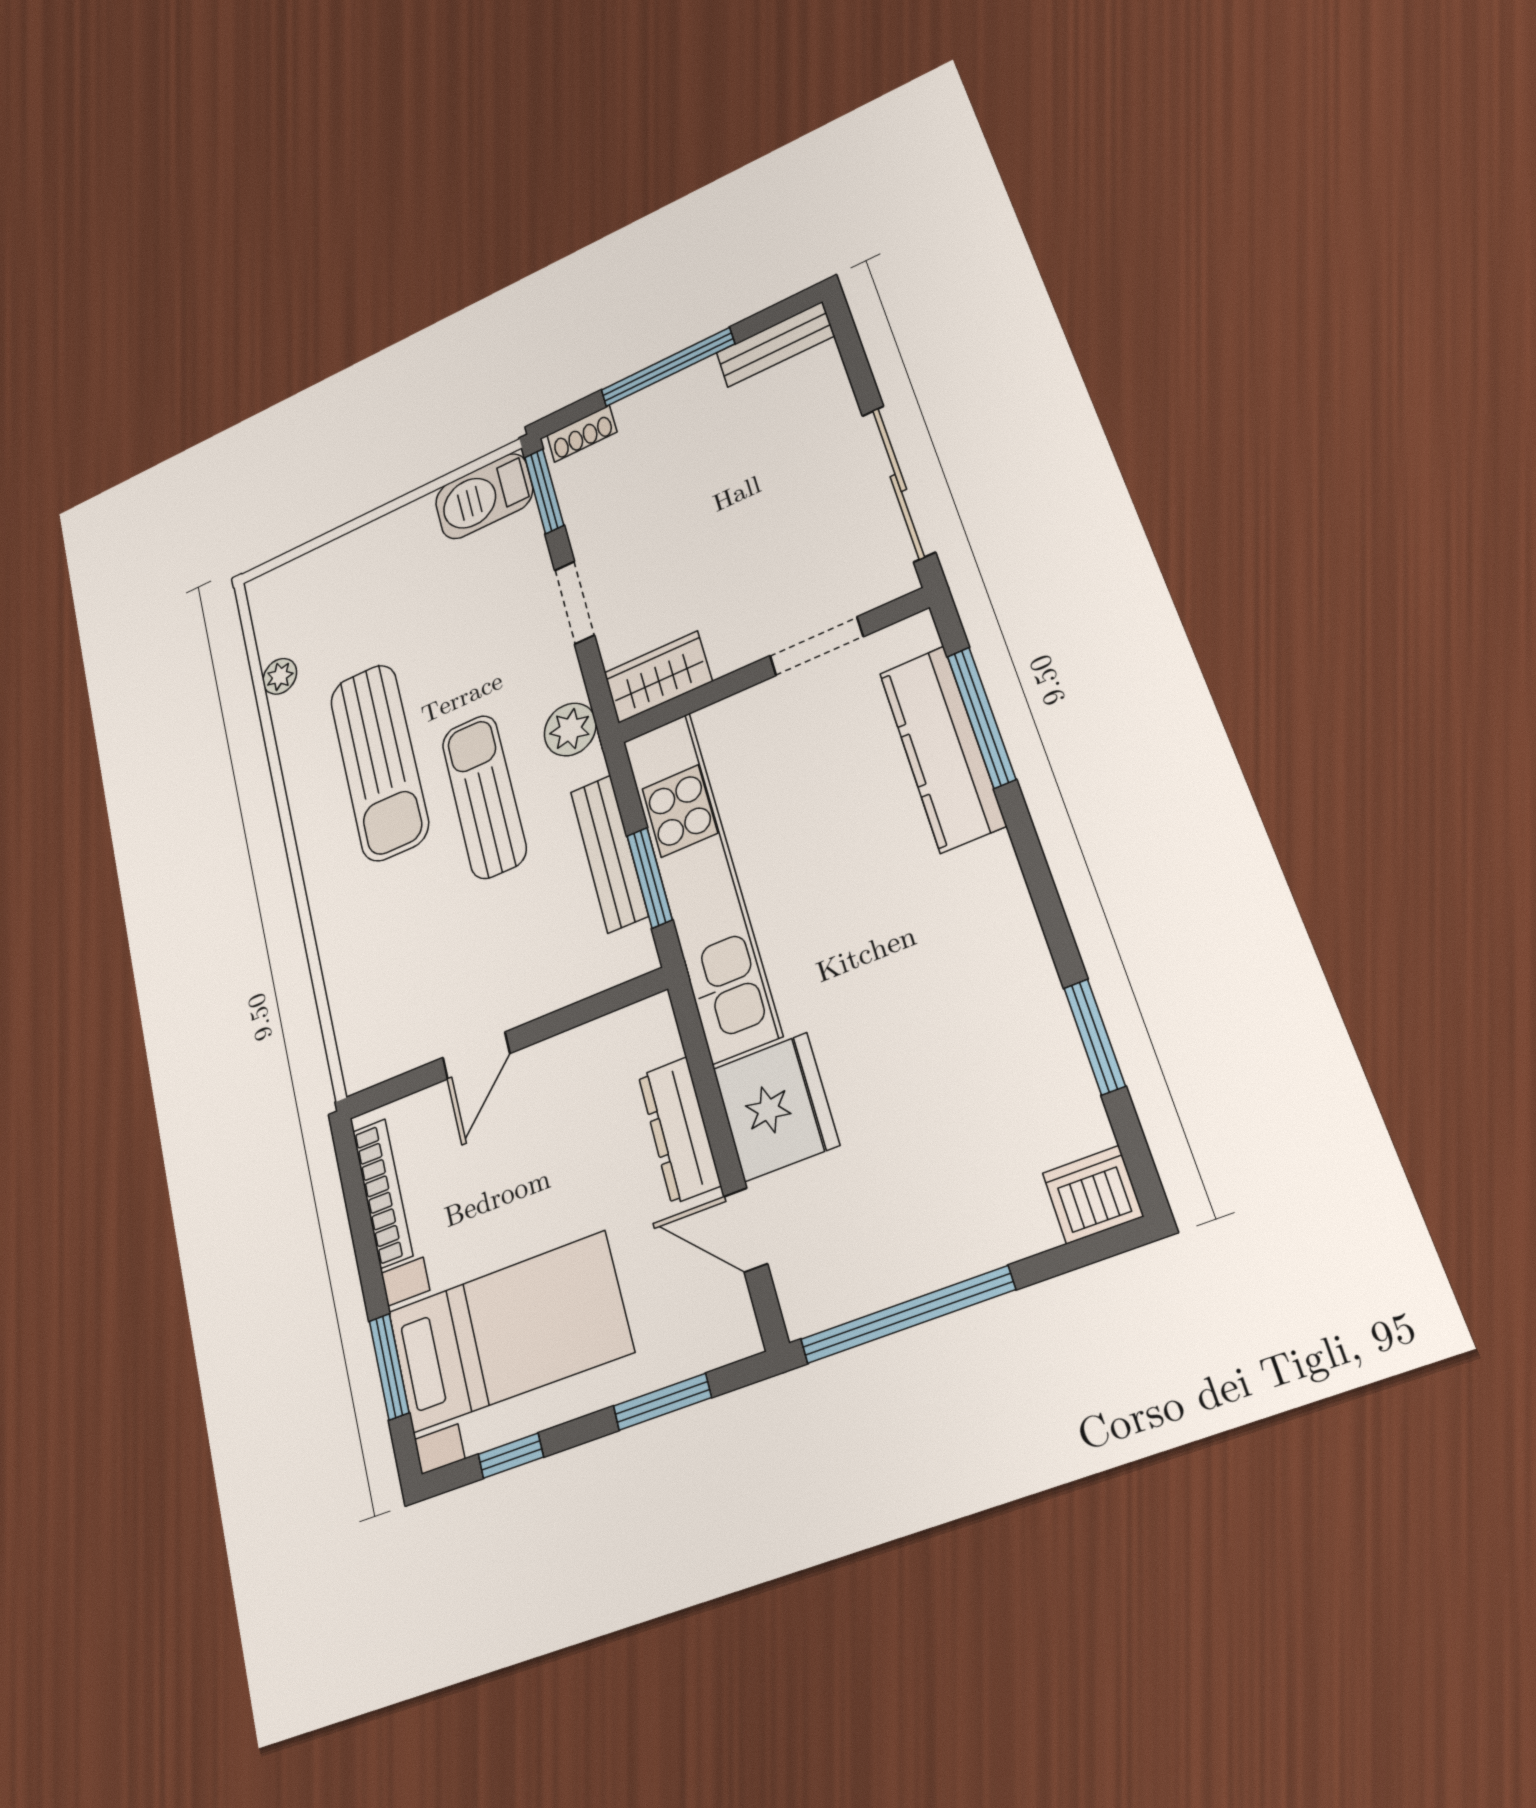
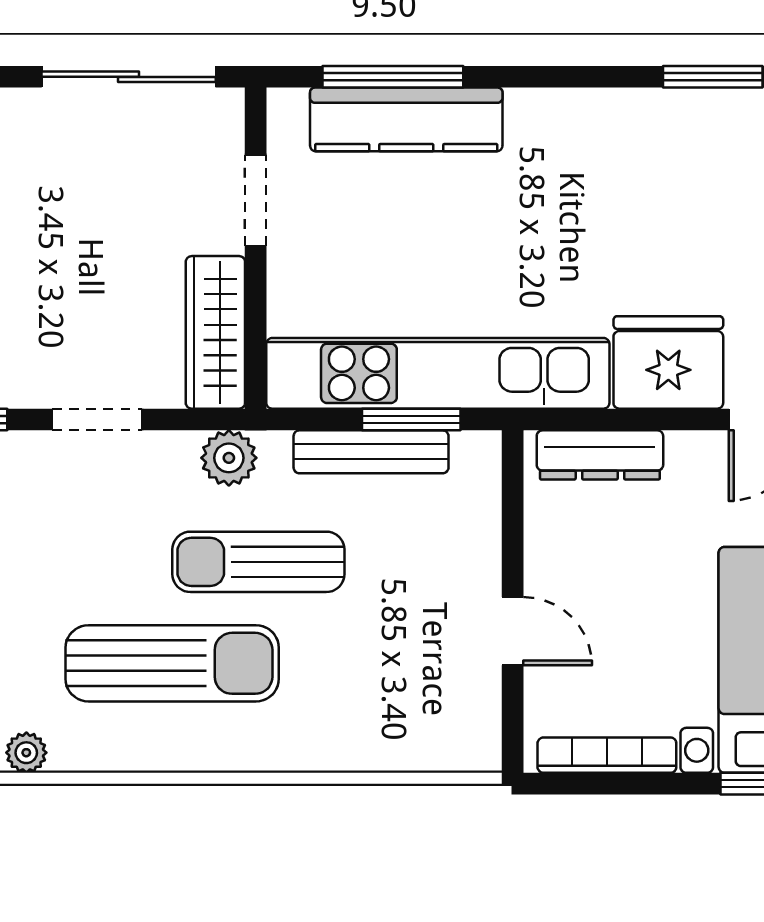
wardrobe: (658, 677) -> (215, 332), width x1.50
dresser: (679, 1130) -> (600, 455), moved

